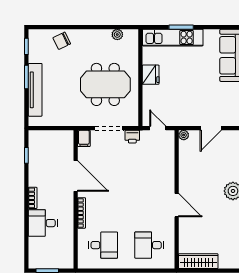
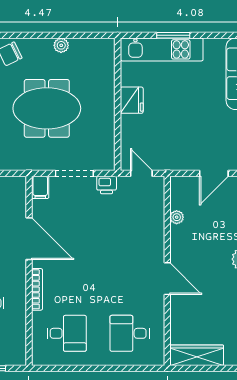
plant: (117, 35) -> (61, 45), moved
meeting table: (105, 84) -> (47, 108), moved
plant: (184, 135) -> (177, 217), moved

